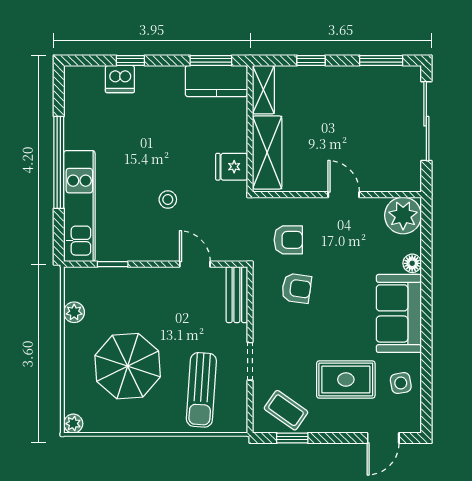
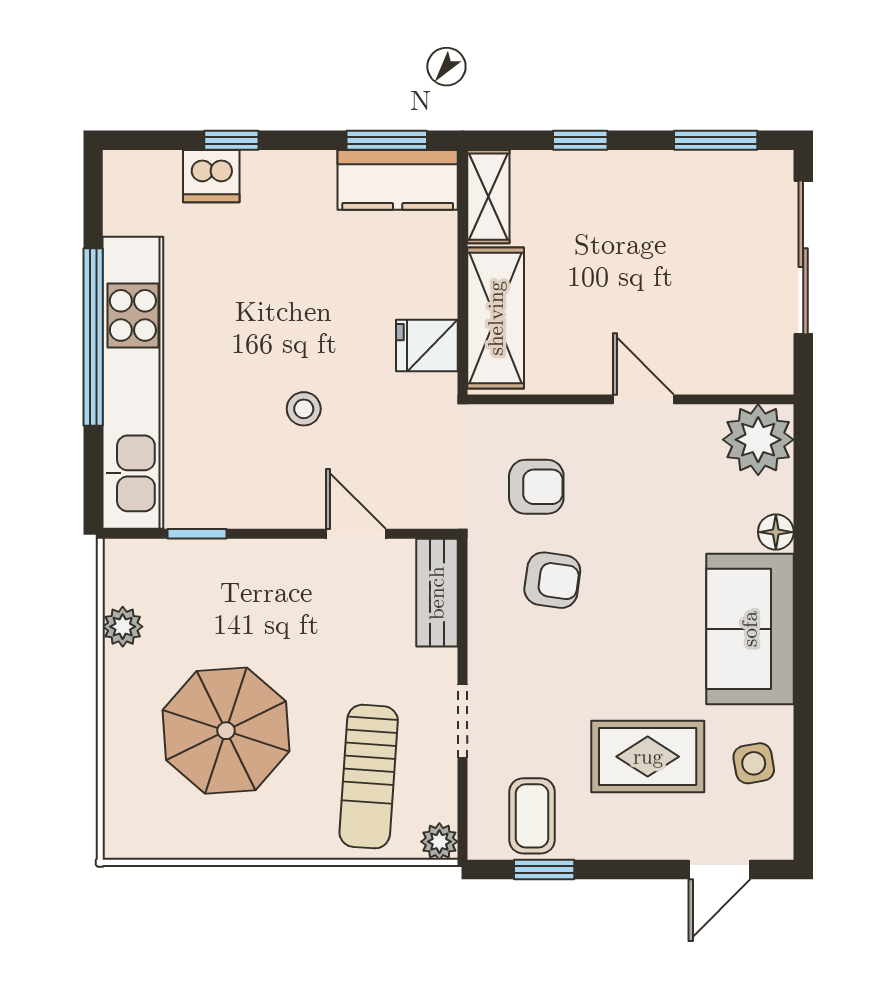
kitchen unit: (79, 206) -> (133, 383), width x1.36
coffee table: (286, 410) -> (532, 816), turned 55
plant: (73, 424) -> (439, 842), moved

